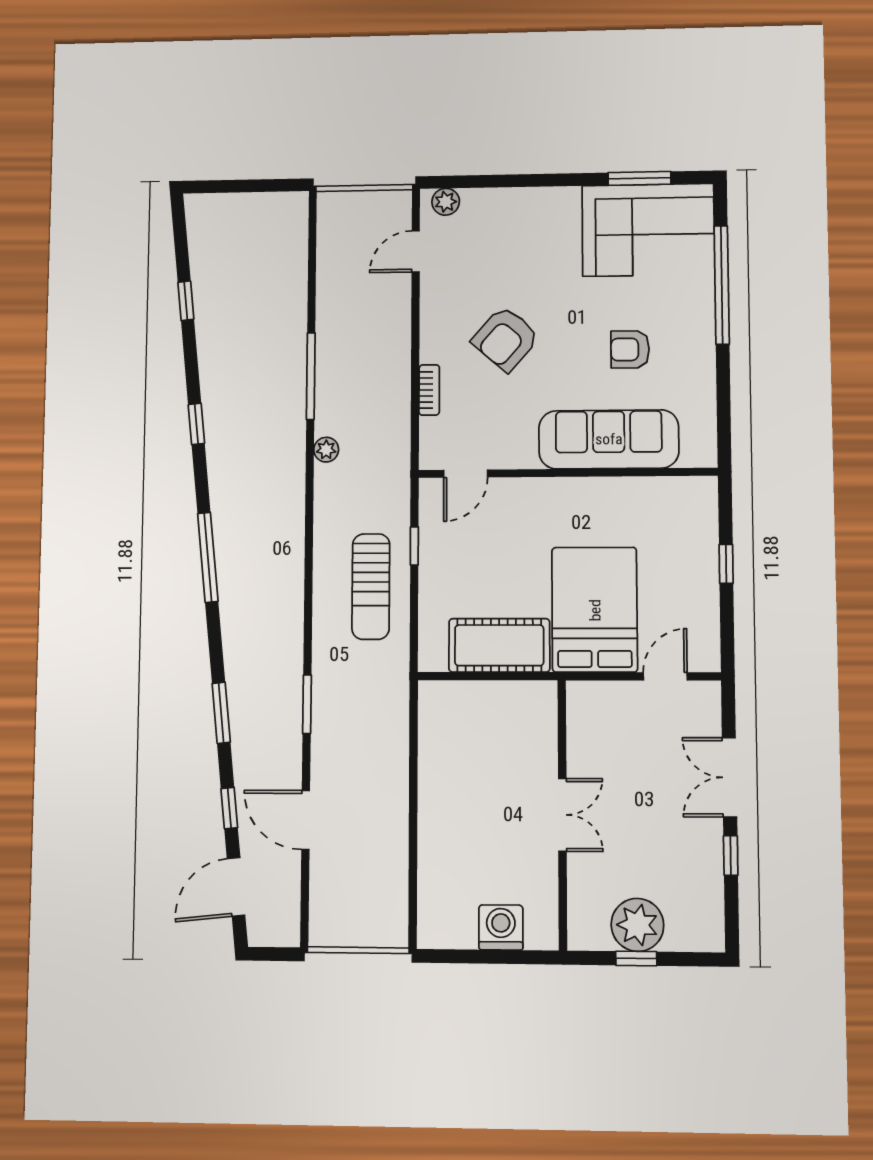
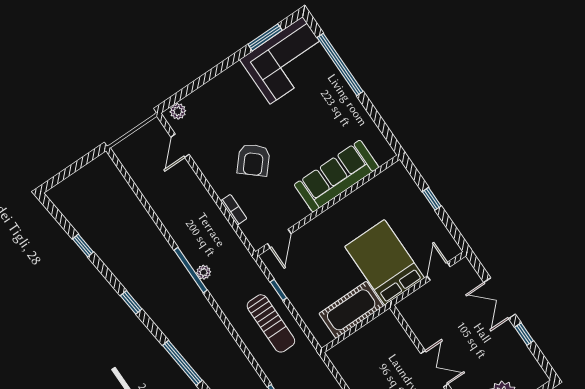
armchair: (630, 349) -> (317, 125), removed
window: (311, 376) -> (191, 270), moved

